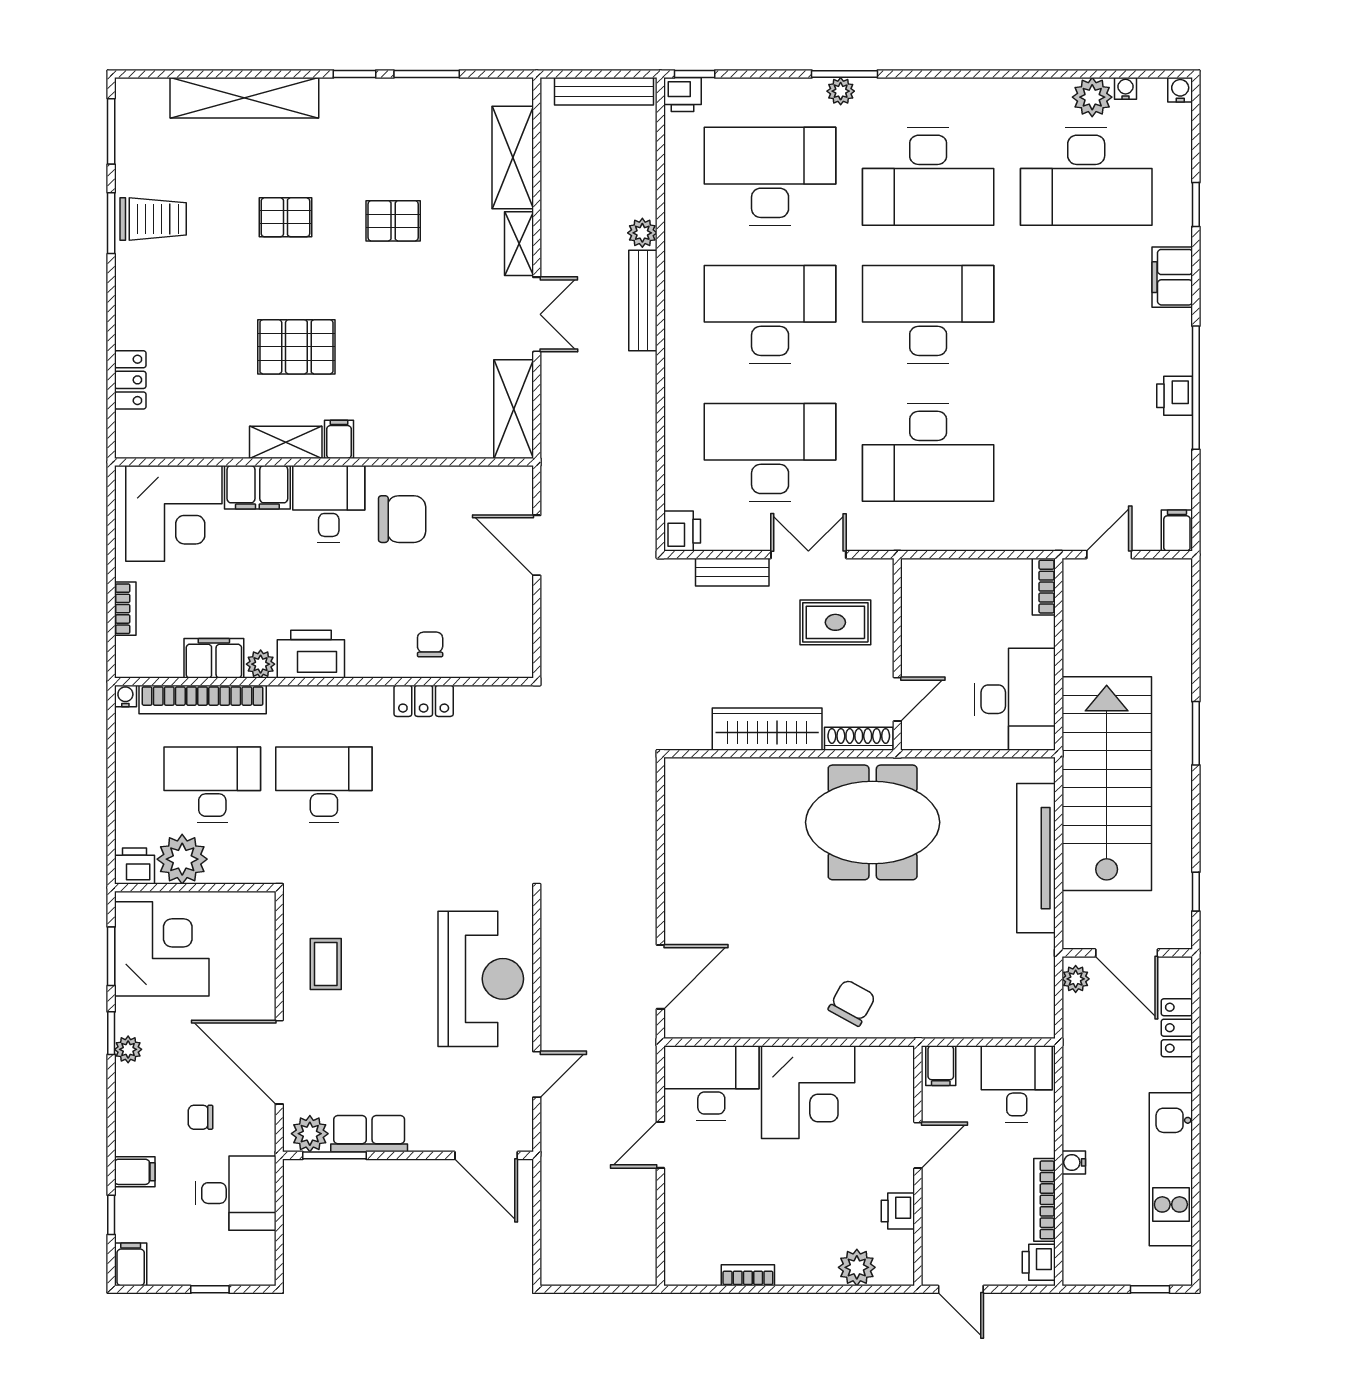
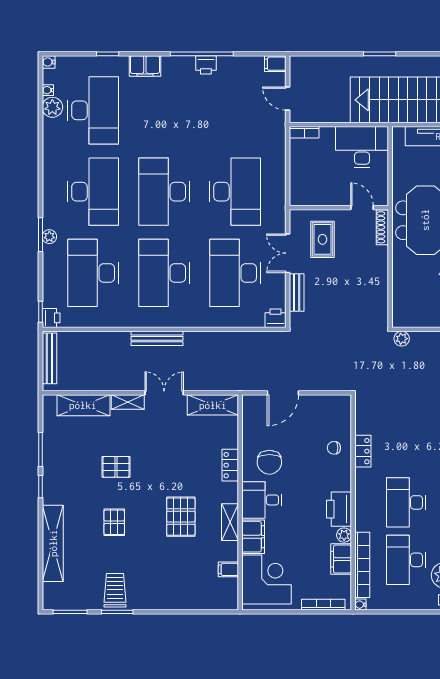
pallet: (393, 221) -> (116, 467), turned 90
plant: (642, 233) -> (402, 339), moved
locker: (130, 380) -> (230, 465), moved, turned -90
filing cabinet: (339, 439) -> (228, 569), moved
chair: (402, 519) -> (269, 462), turned 180
bookcase: (125, 609) -> (323, 605), width x1.56
wardrobe: (767, 729) -> (377, 274), removed

